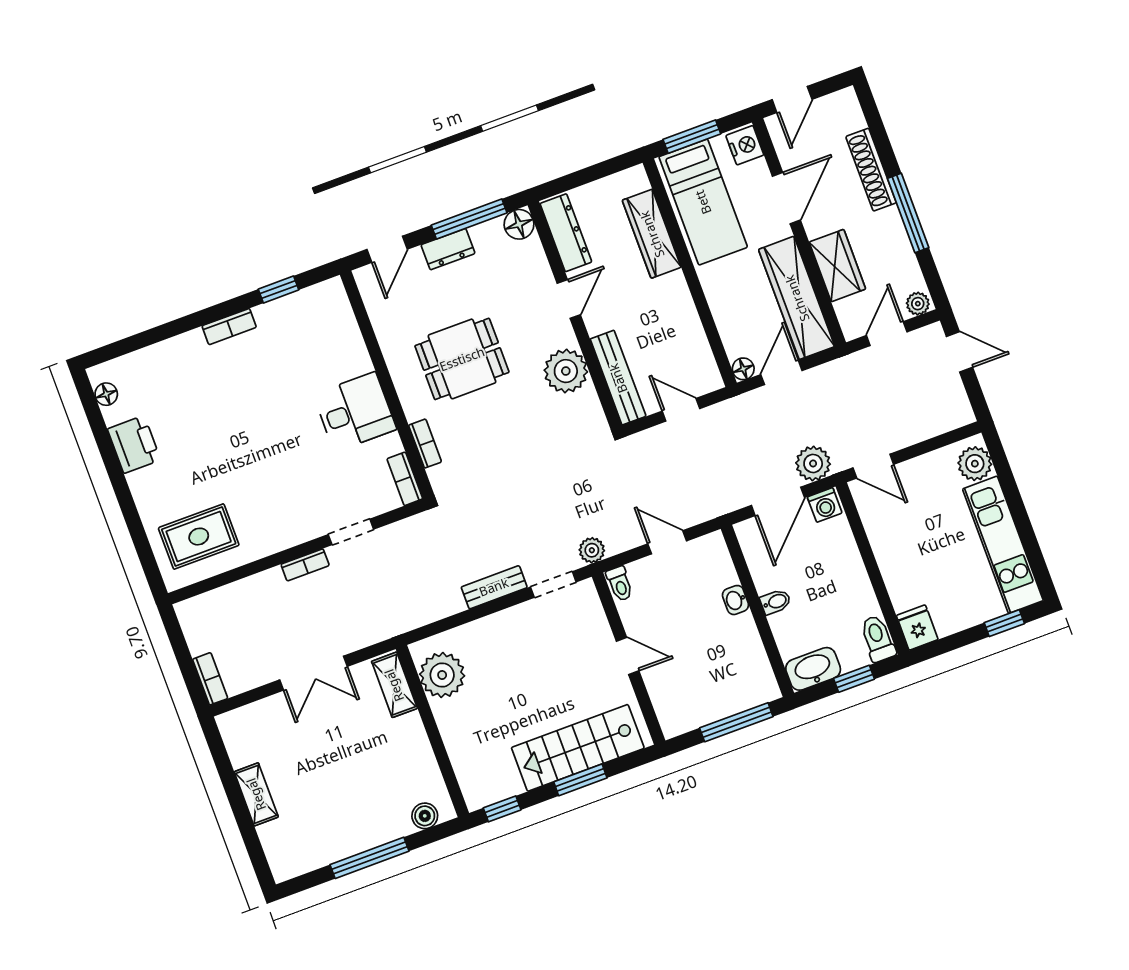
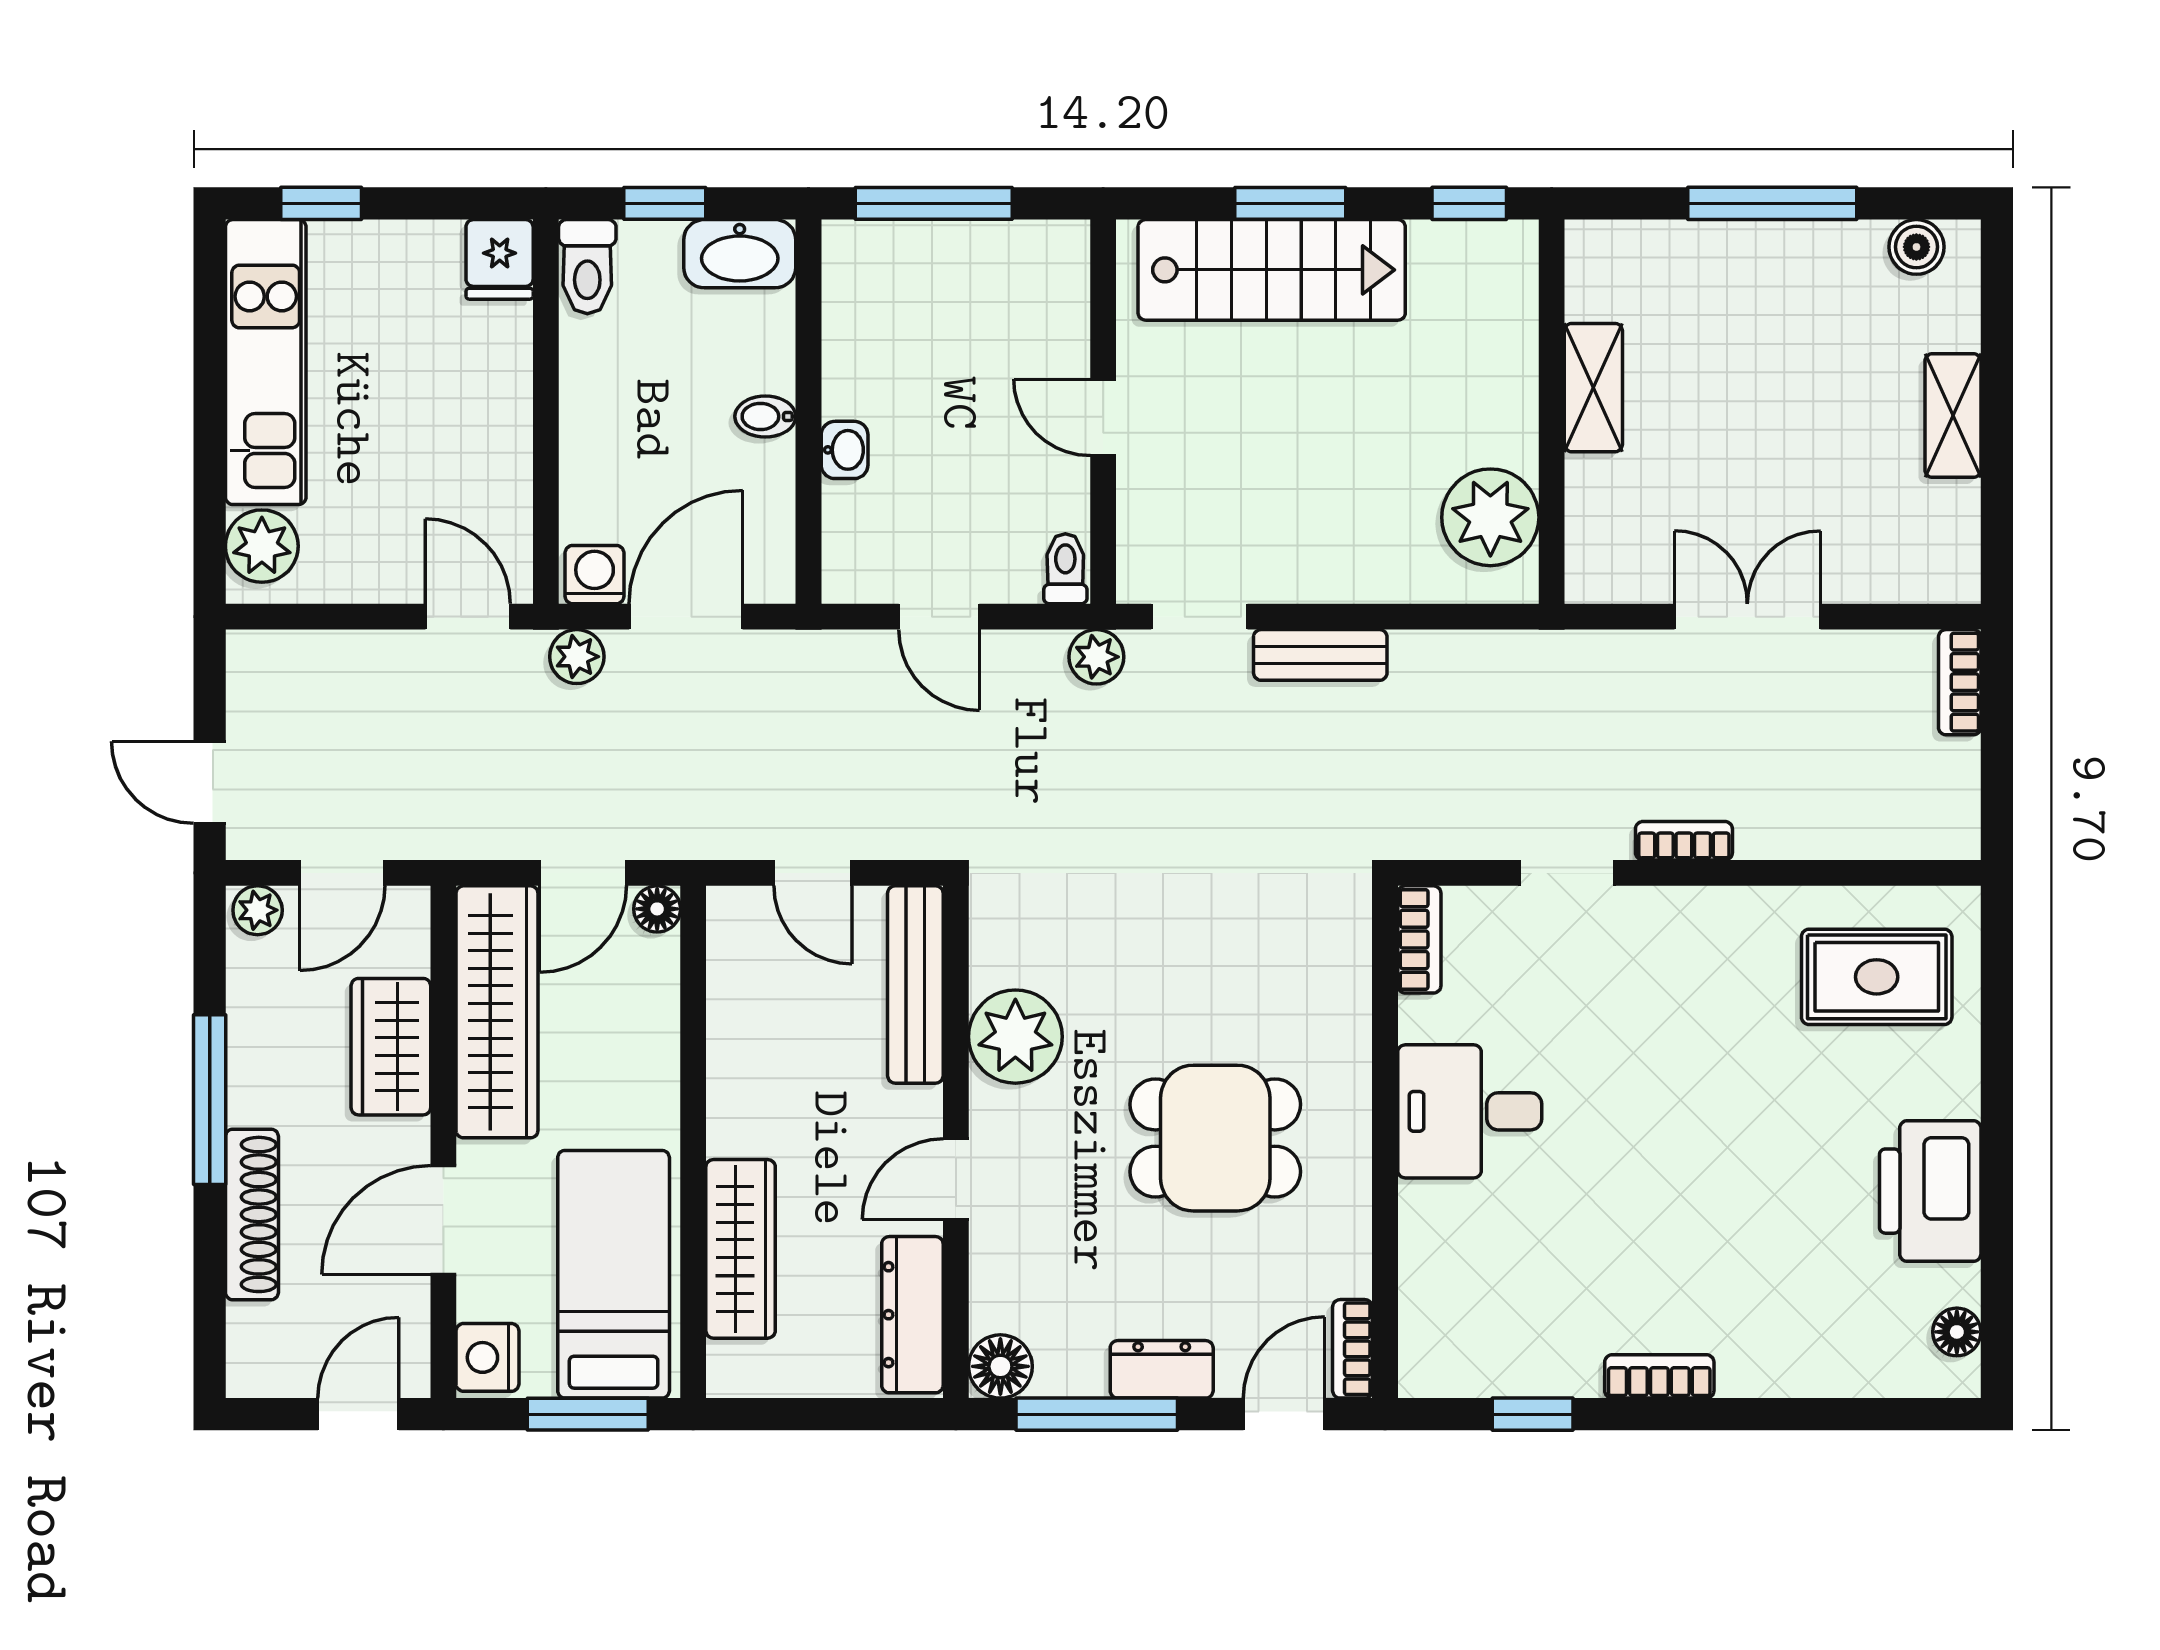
printer: (134, 444) -> (1930, 1191), width x1.37, depth x1.19
bookcase: (425, 444) -> (1352, 1349), moved
plant: (813, 463) -> (577, 657), width x0.73, depth x0.73
shelving: (394, 685) -> (1593, 388), moved
boiler: (425, 816) -> (1916, 247), moved

